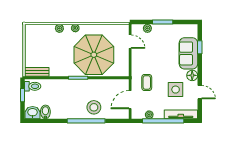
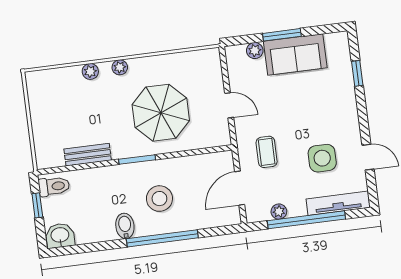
door: (130, 42) -> (229, 105), moved
sofa: (188, 53) -> (295, 55), moved, turned -90
parasol: (94, 55) -> (161, 113), width x0.73, depth x0.73
bench: (37, 72) -> (88, 155), moved
floor lamp: (192, 75) -> (350, 128), removed
stool: (94, 107) -> (159, 199), moved
bidet: (45, 112) -> (125, 226), moved

